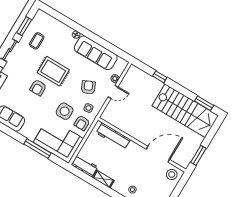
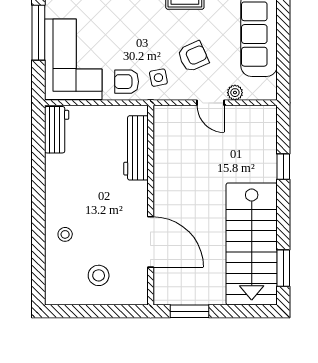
side table: (65, 111) -> (129, 40), removed
stool: (172, 174) -> (99, 275), moved
shelving: (103, 179) -> (53, 174), removed

